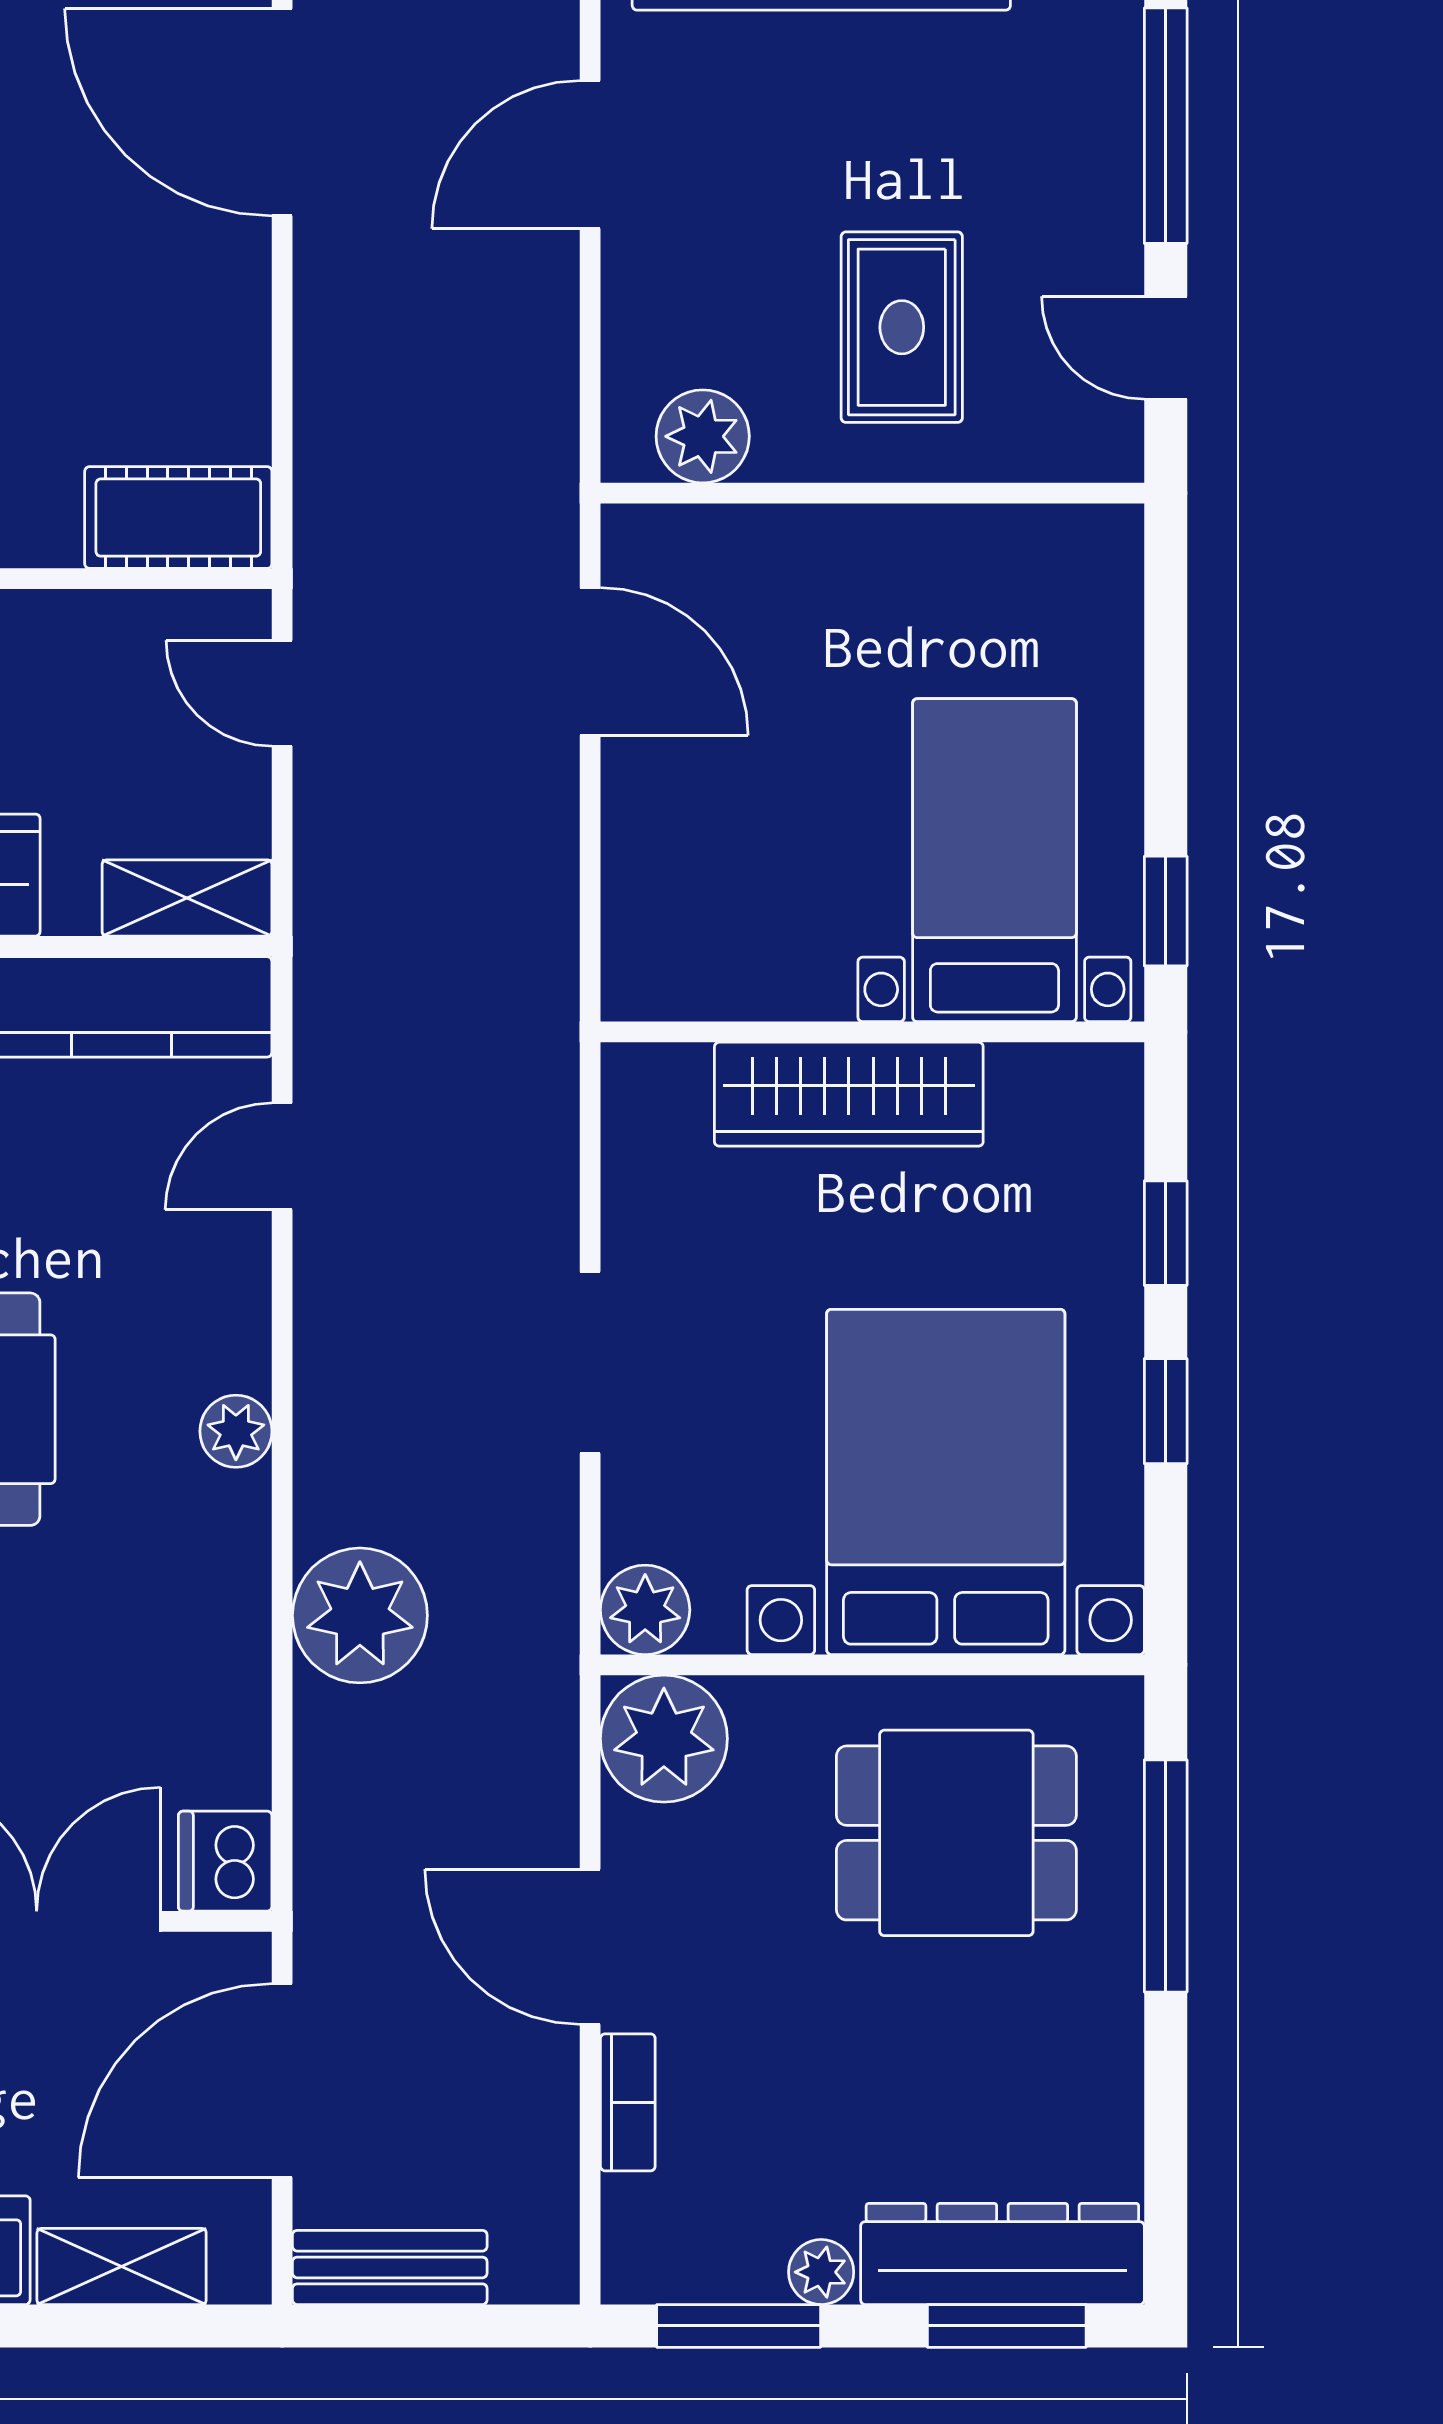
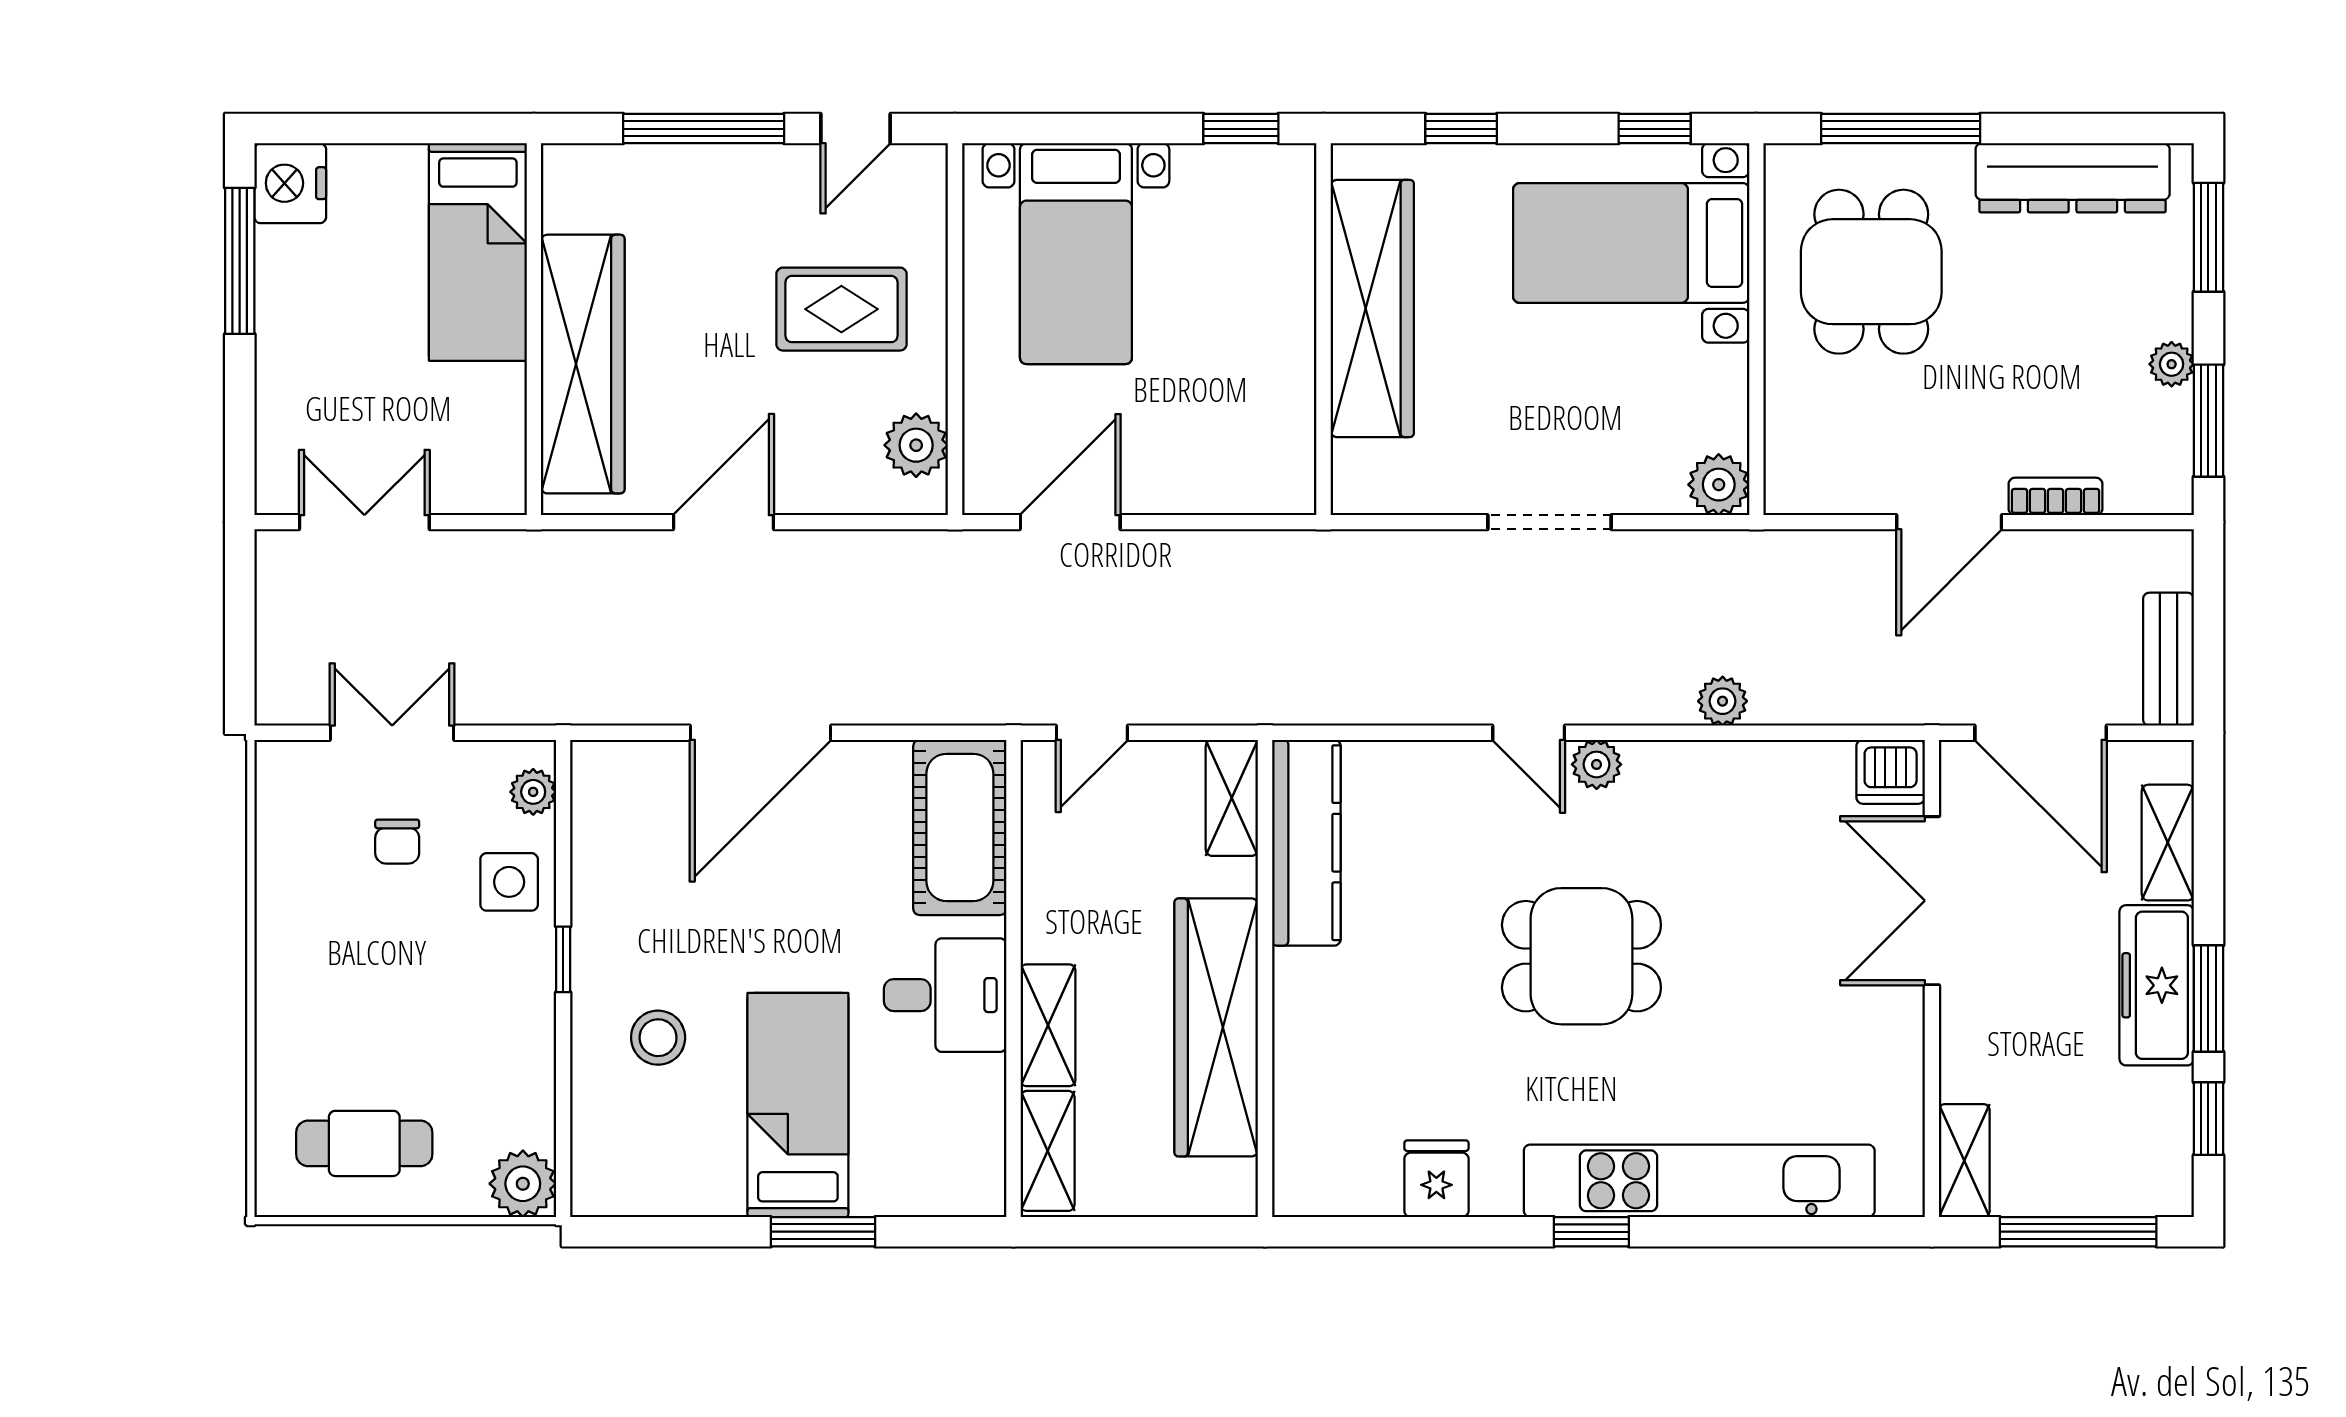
door: (282, 112) -> (760, 733), moved
door: (590, 155) -> (723, 522), swing flipped
cot: (178, 518) -> (960, 827), width x1.37, depth x1.34
bed with nightstands: (994, 860) -> (1076, 254), moved, turned -90
wardrobe: (849, 1094) -> (1372, 308), width x1.40, depth x1.17
door: (282, 1156) -> (1529, 733), moved
window: (1166, 1411) -> (1655, 129), moved
bed with nightstands: (946, 1482) -> (1631, 243), width x0.73
plant: (360, 1615) -> (1723, 701), width x0.53, depth x0.53
plant: (664, 1739) -> (1807, 472), removed
dresser: (1002, 2254) -> (2073, 178), moved, turned -90

